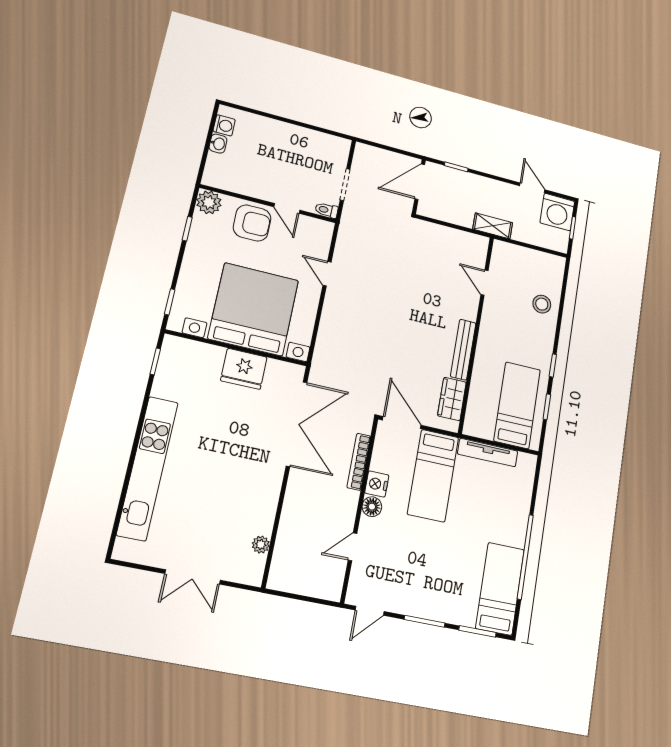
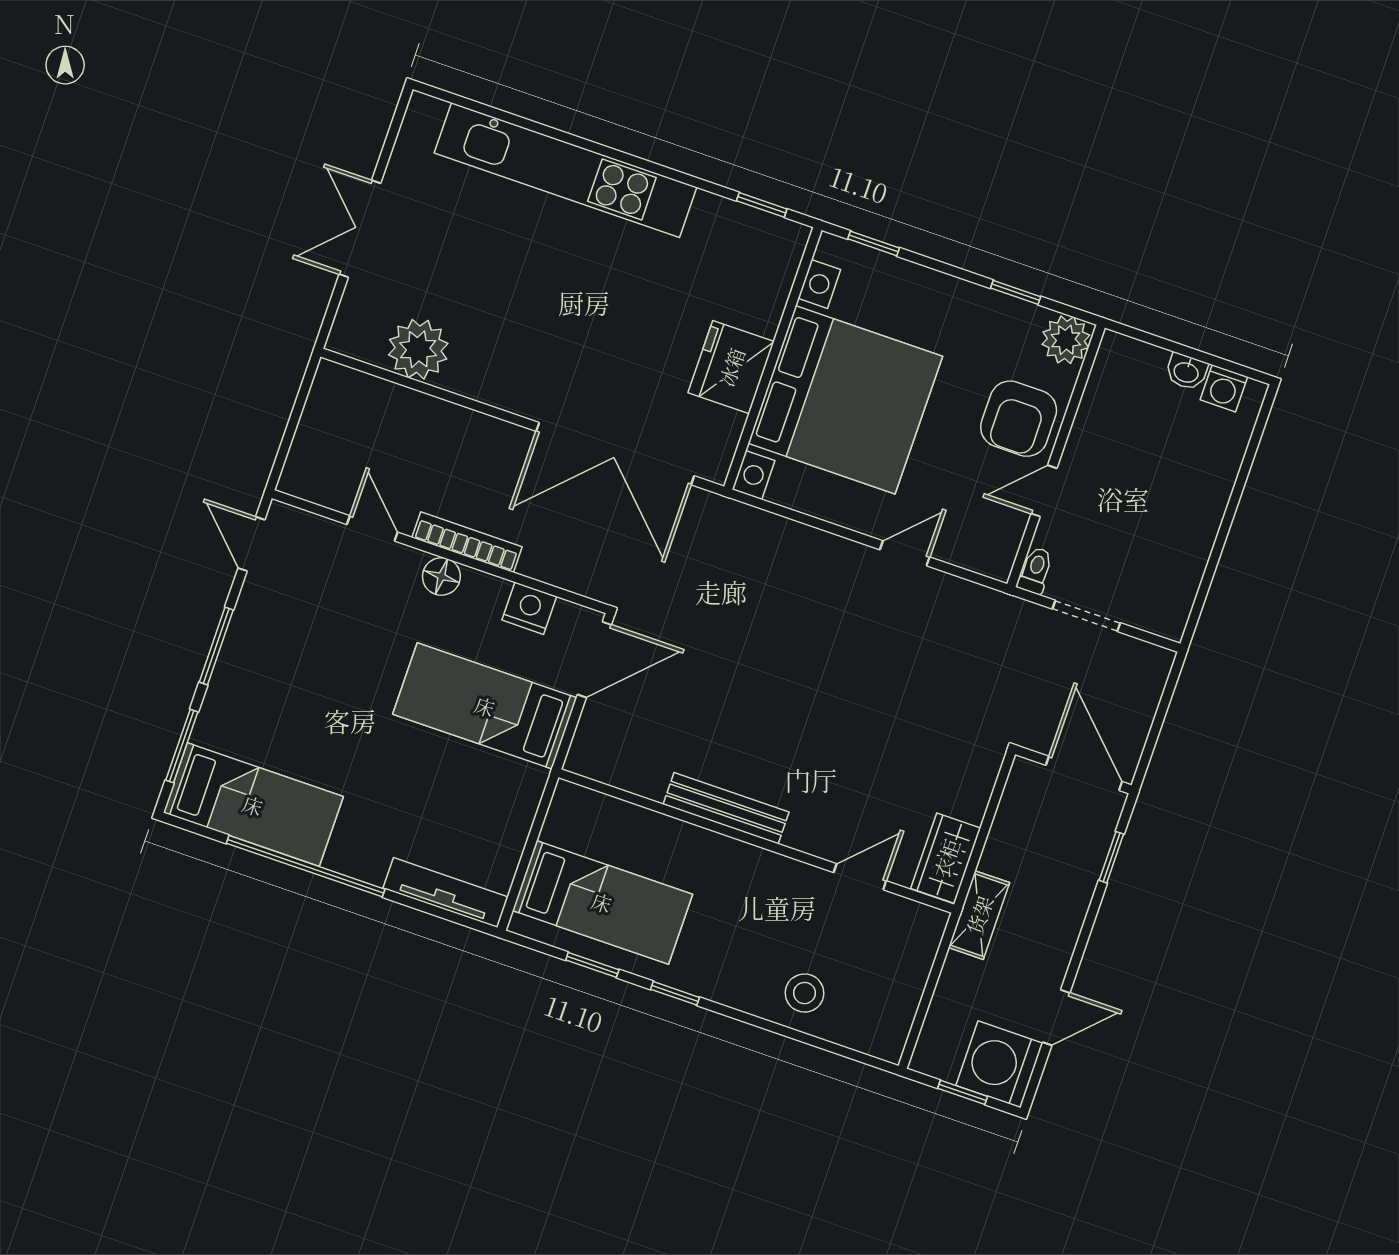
wardrobe: (452, 399) -> (946, 858), moved, turned -90
tv unit: (488, 453) -> (446, 893), moved, turned 90
bookcase: (359, 462) -> (467, 542), moved
nightstand: (377, 484) -> (529, 608), moved
plant: (261, 545) -> (418, 349), width x1.87, depth x1.87

